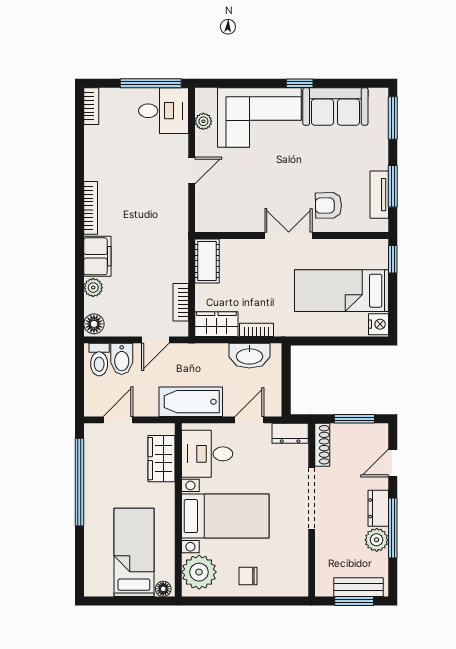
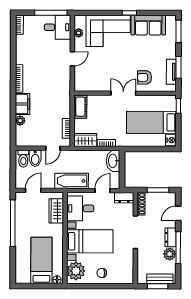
floor lamp: (94, 324) -> (21, 140), removed
washbasin: (249, 356) -> (113, 161), moved, turned 90

